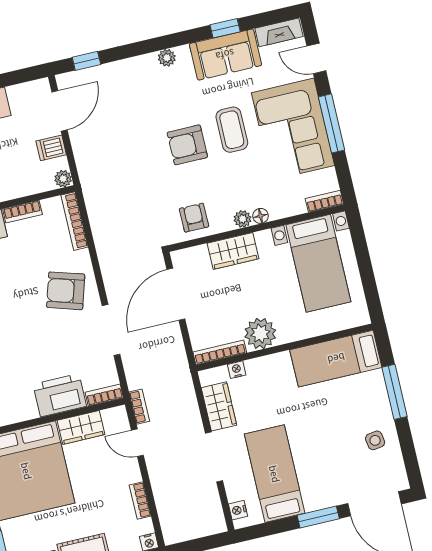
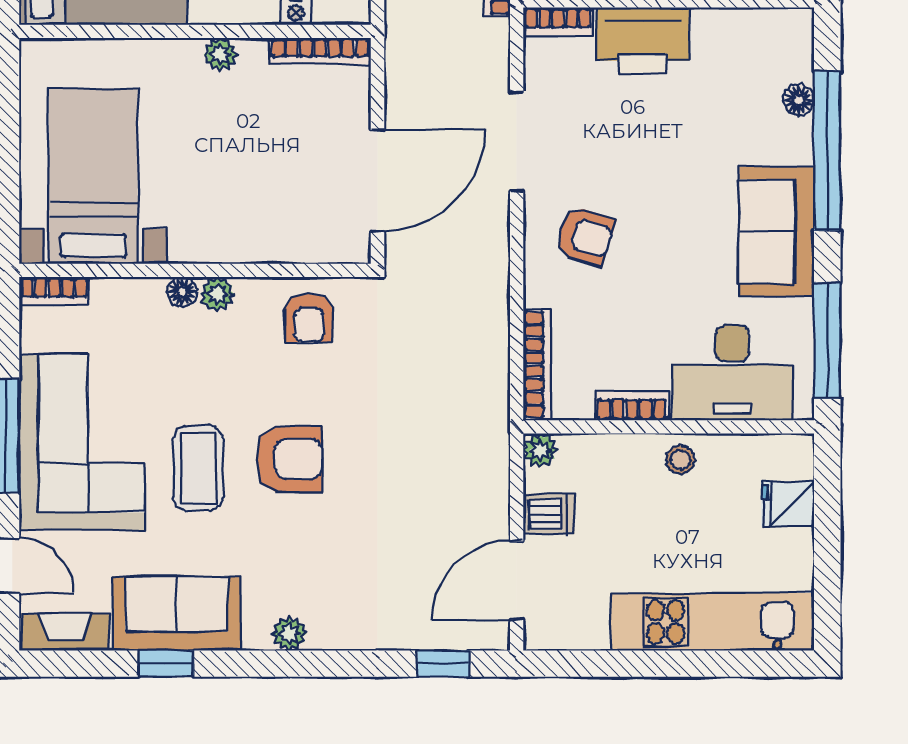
wardrobe: (233, 251) -> (250, 237), removed
armchair: (66, 291) -> (585, 236), width x0.72, depth x0.72
plant: (260, 333) -> (220, 54), width x0.53, depth x0.53

